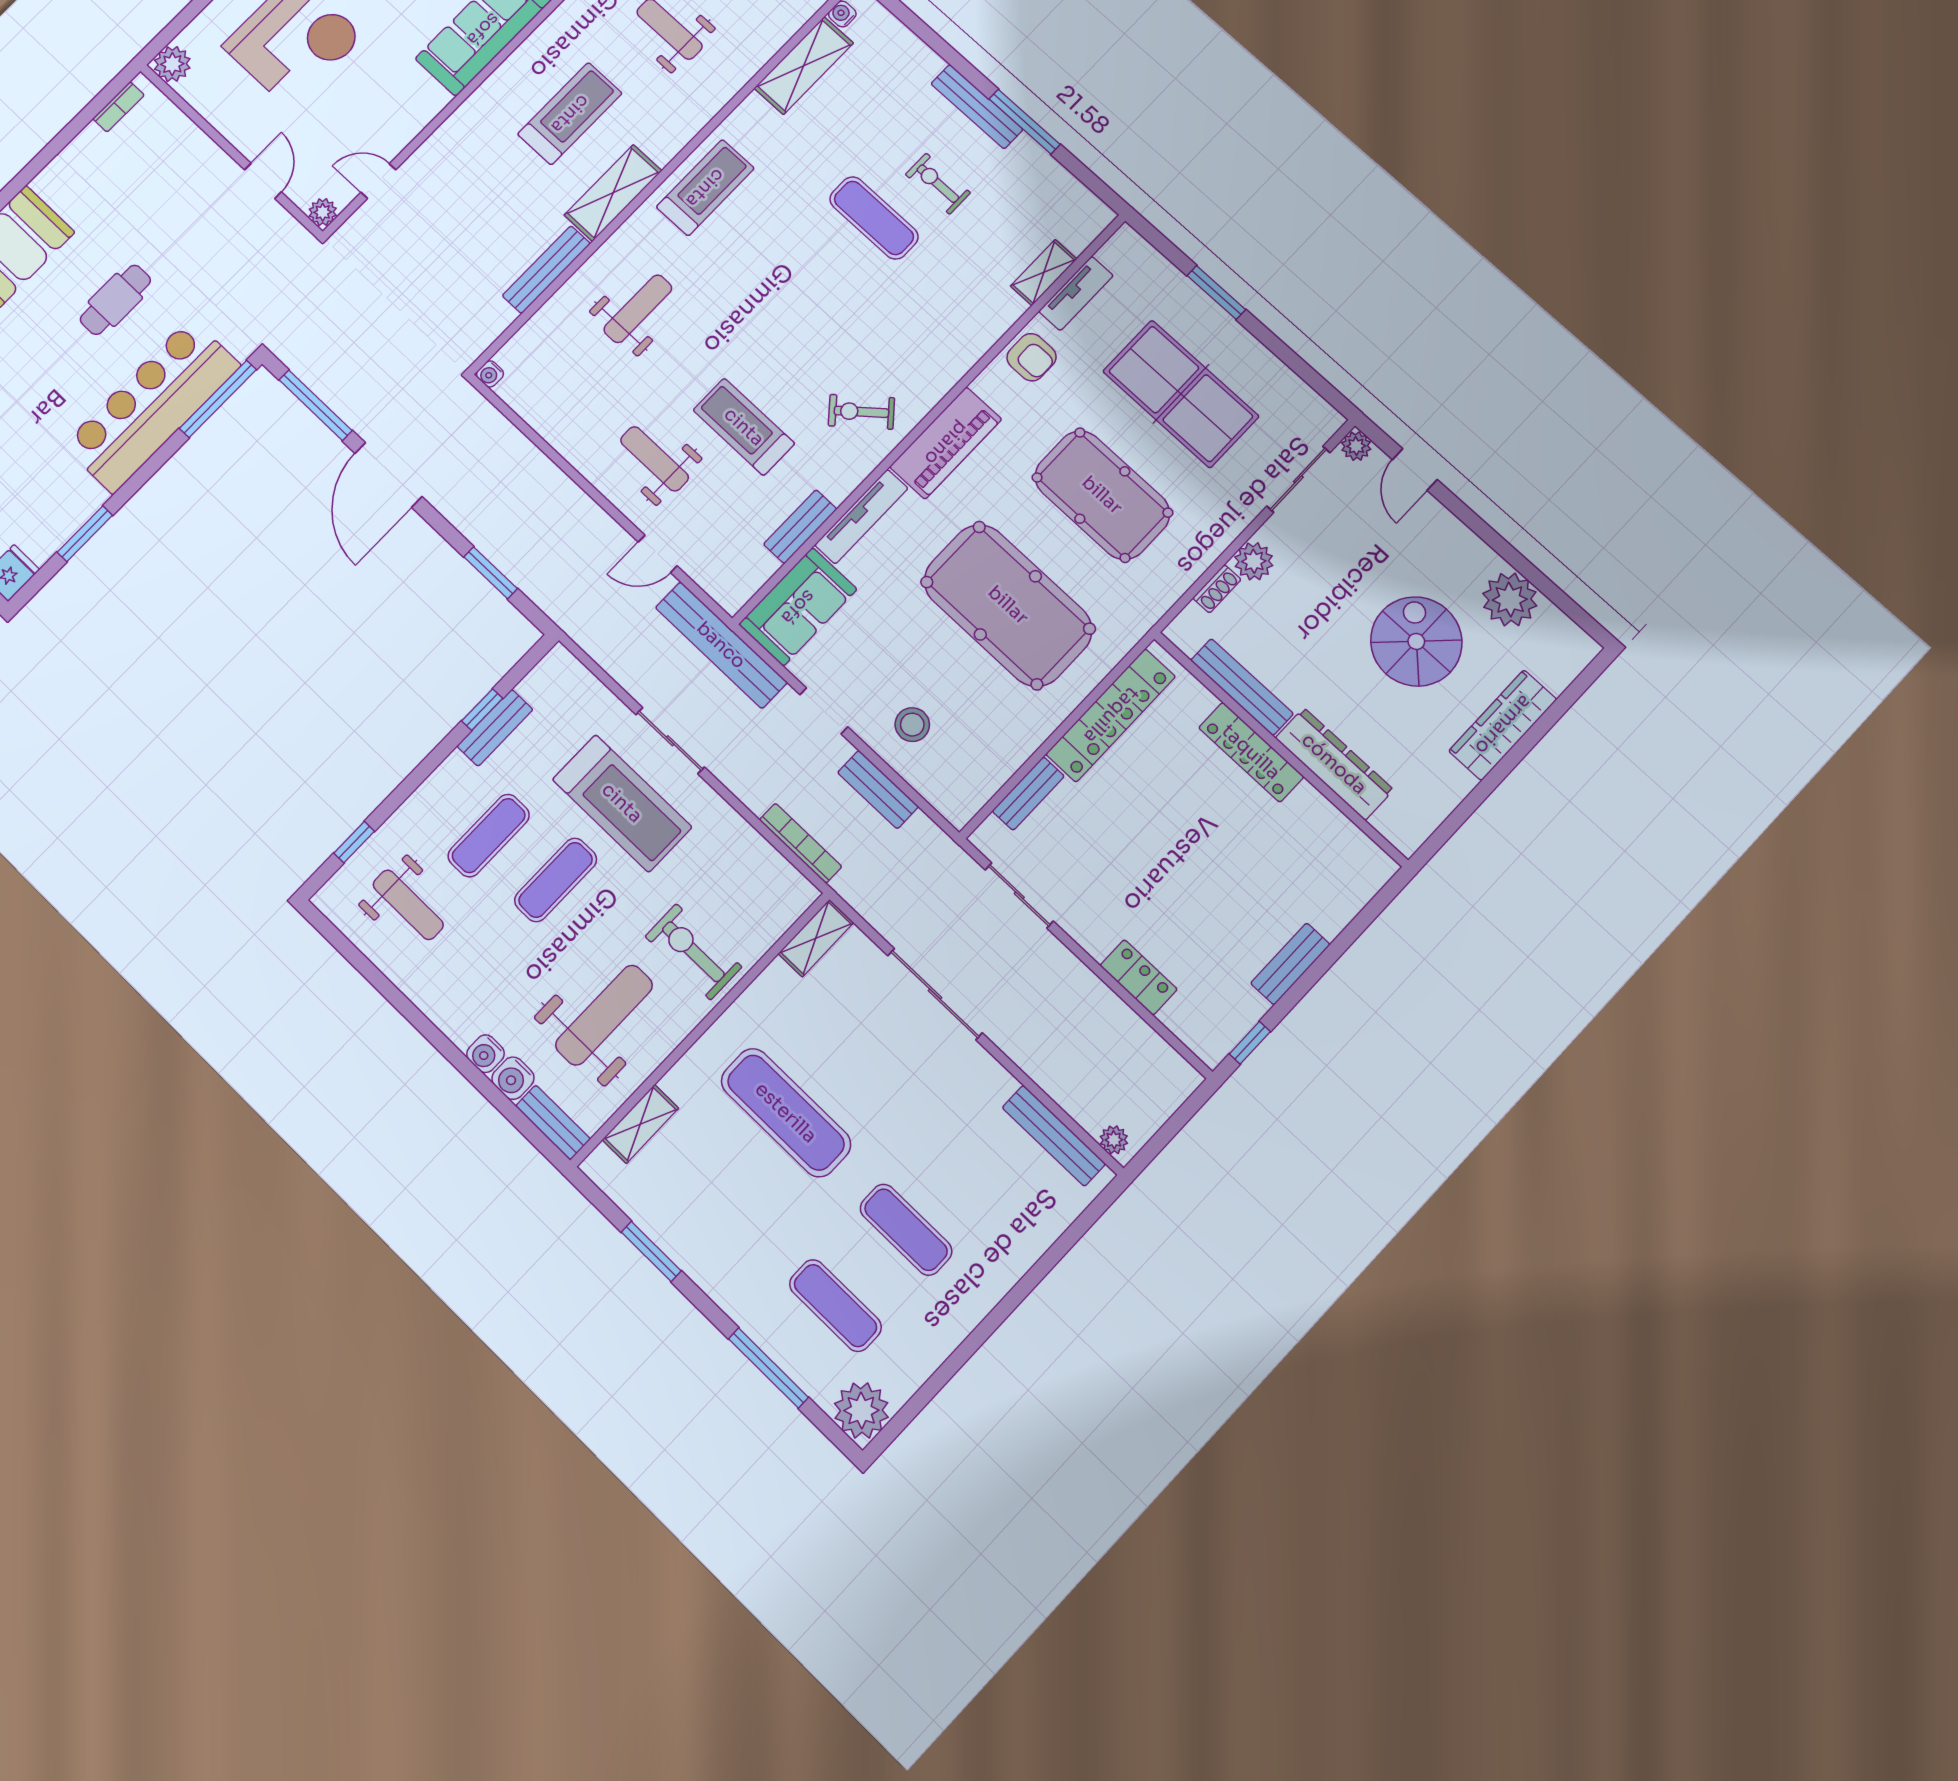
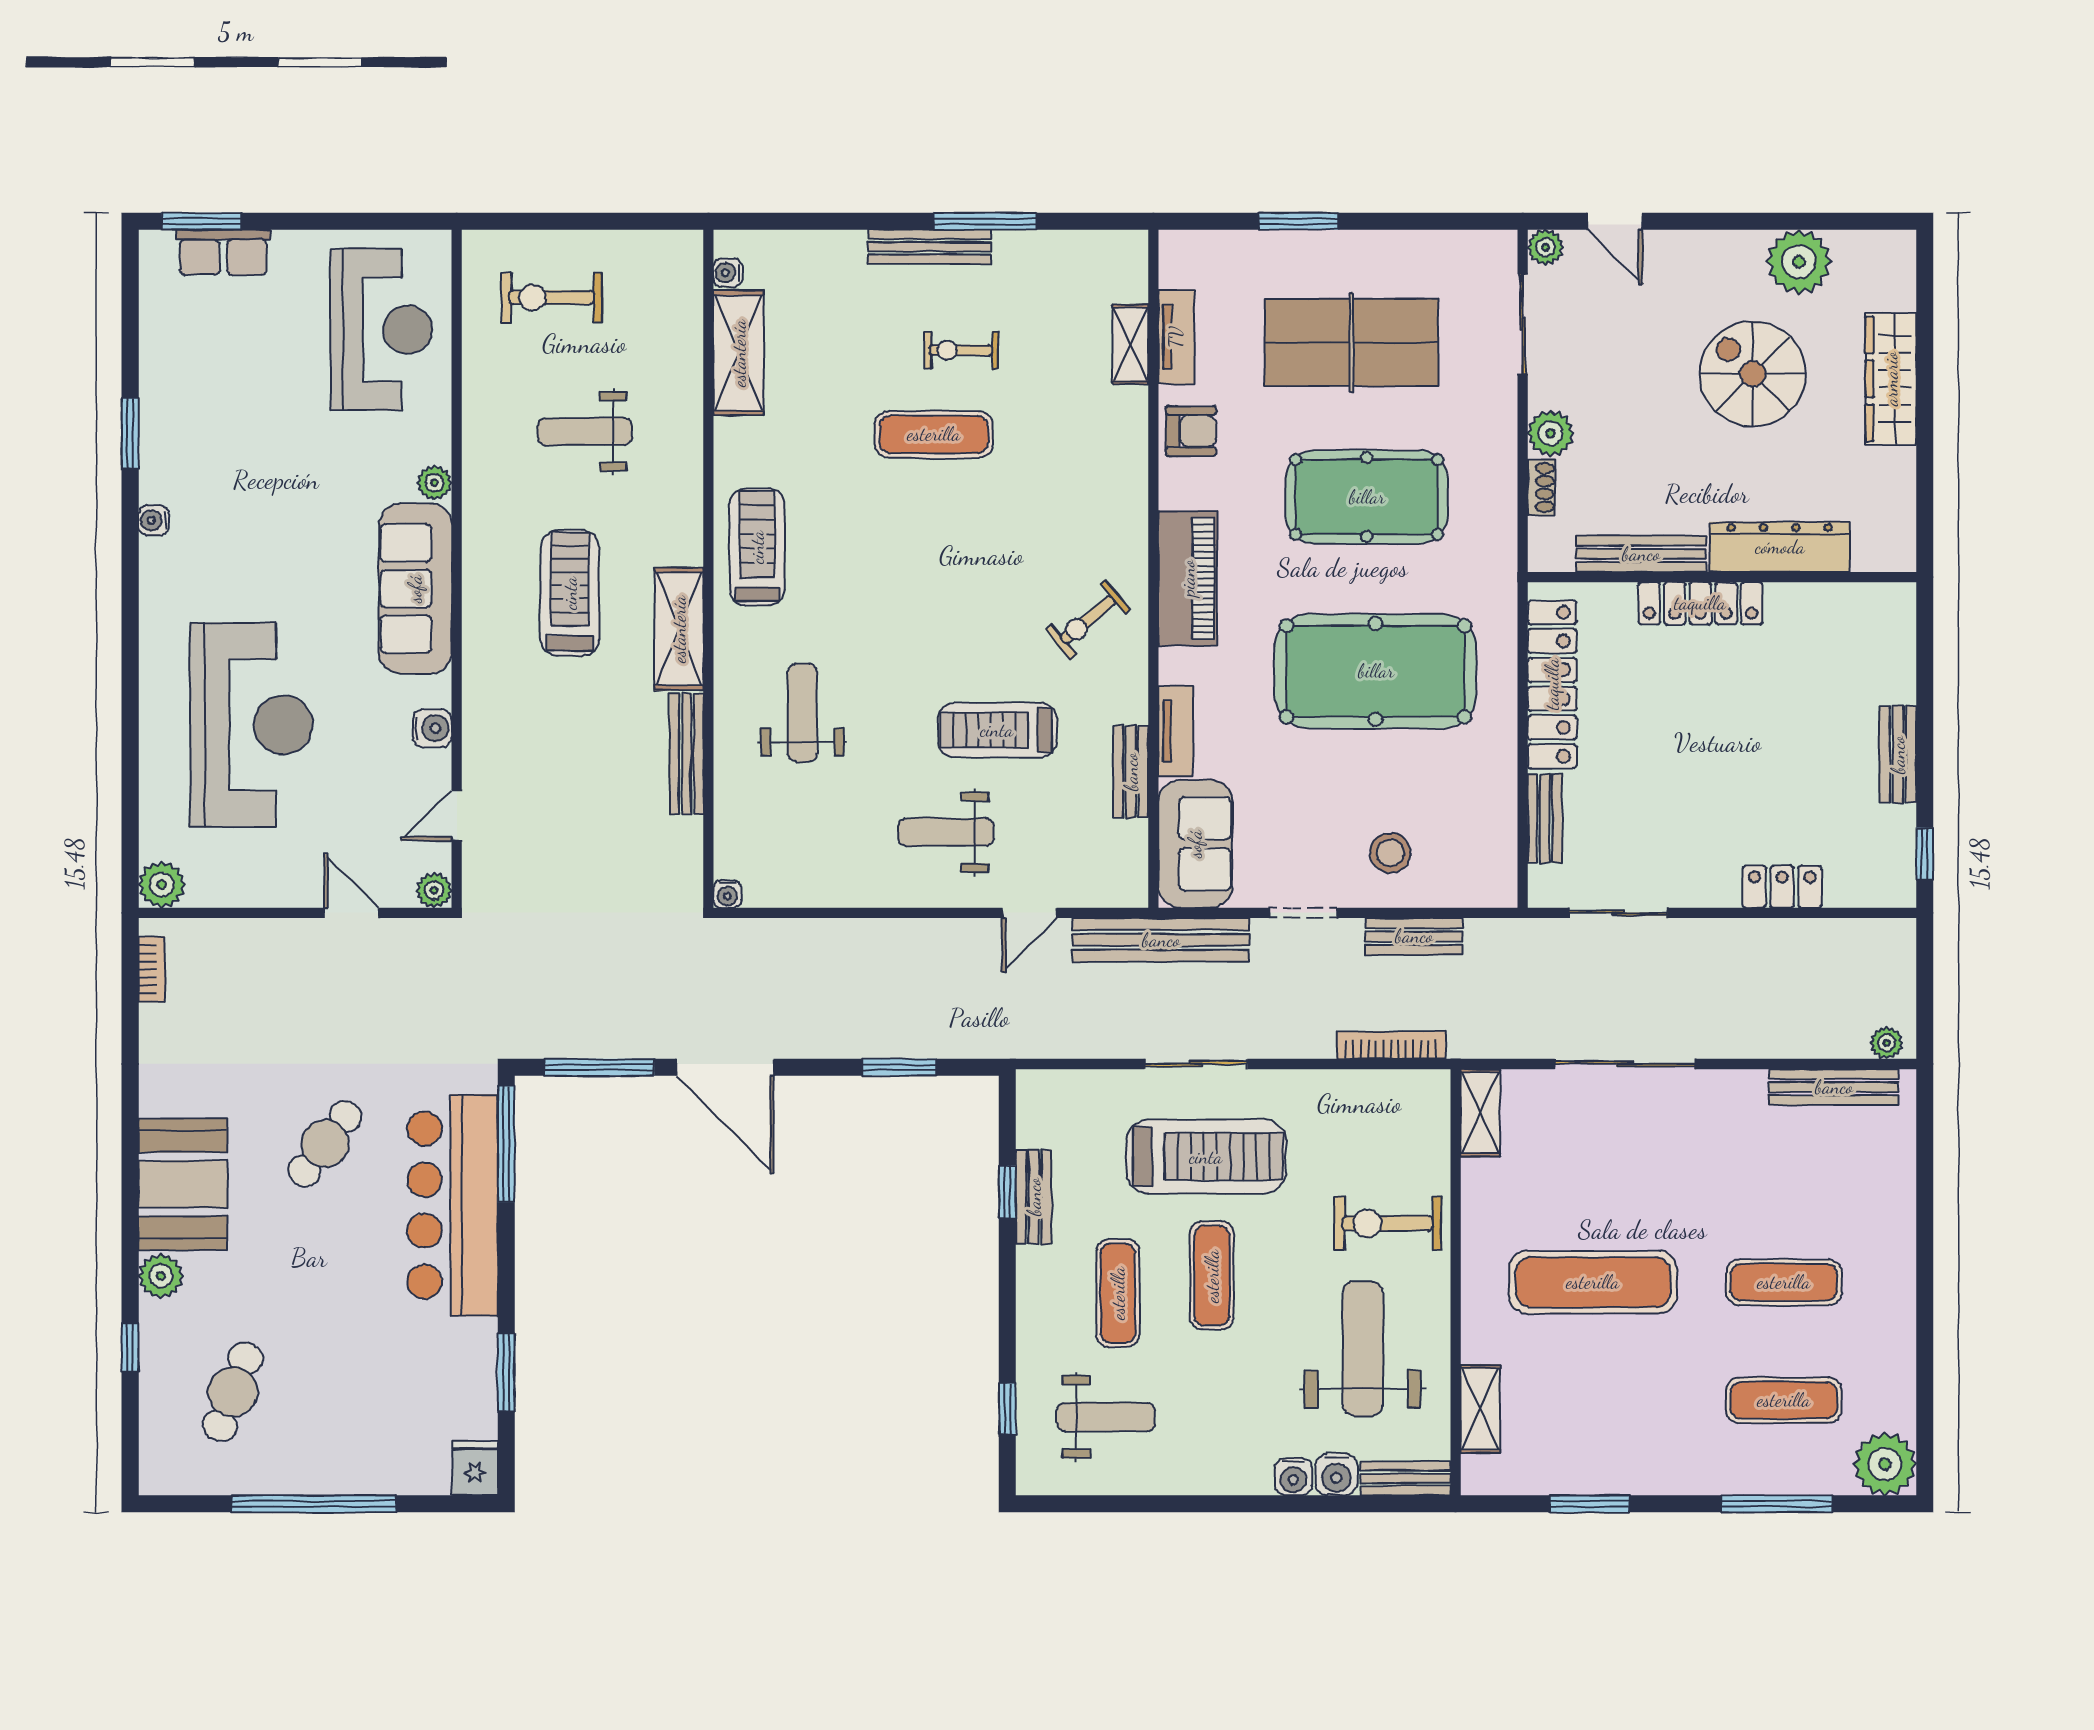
water cooler: (414, 118) -> (432, 728), added
cafe table: (115, 300) -> (325, 1144), turned 37
tv unit: (861, 517) -> (1176, 731), width x0.71

